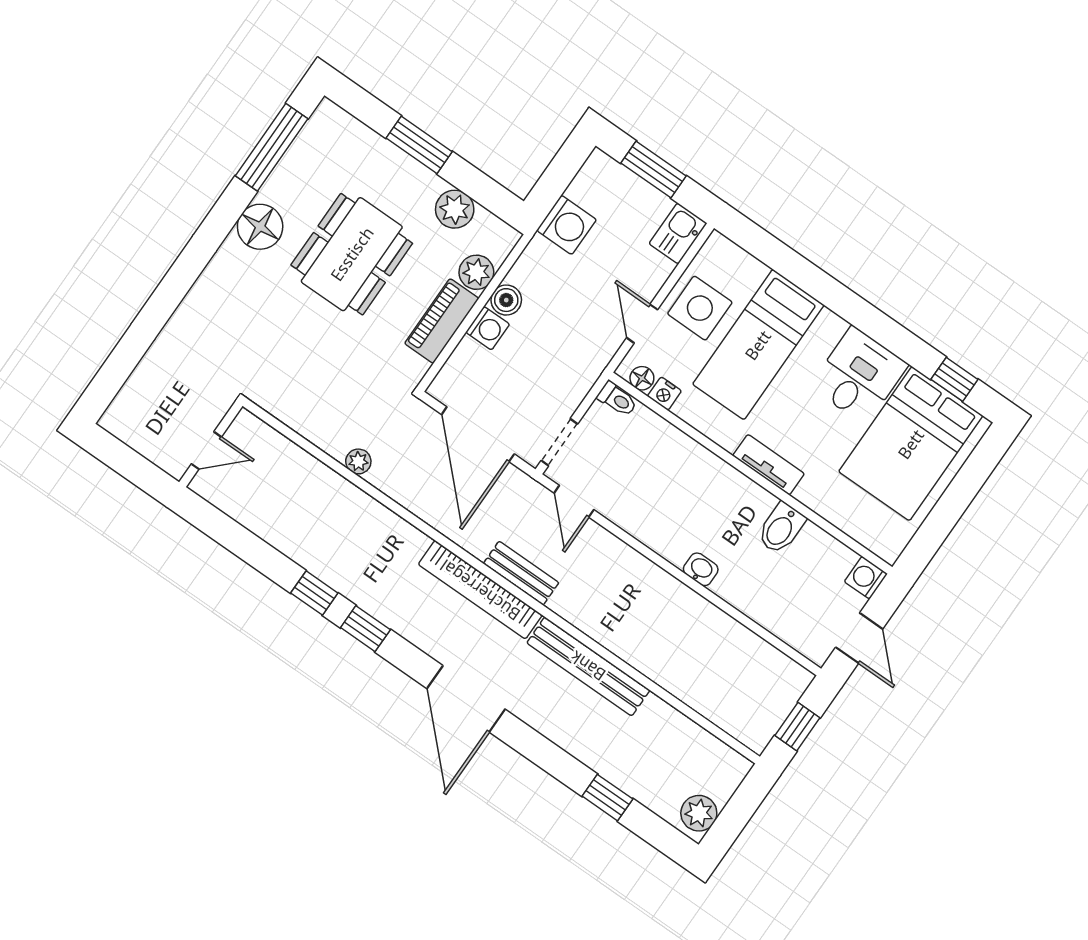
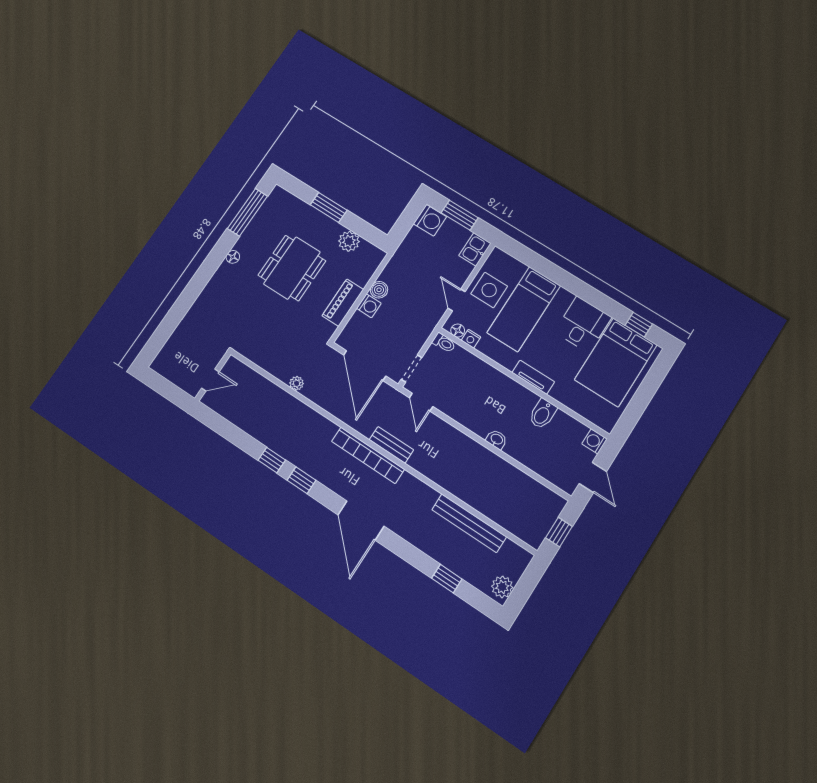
washing machine: (567, 225) -> (430, 220), moved
floor lamp: (260, 227) -> (233, 257), width x0.53, depth x0.53
plant: (476, 272) -> (362, 275), removed
bench: (588, 666) -> (469, 523), moved

